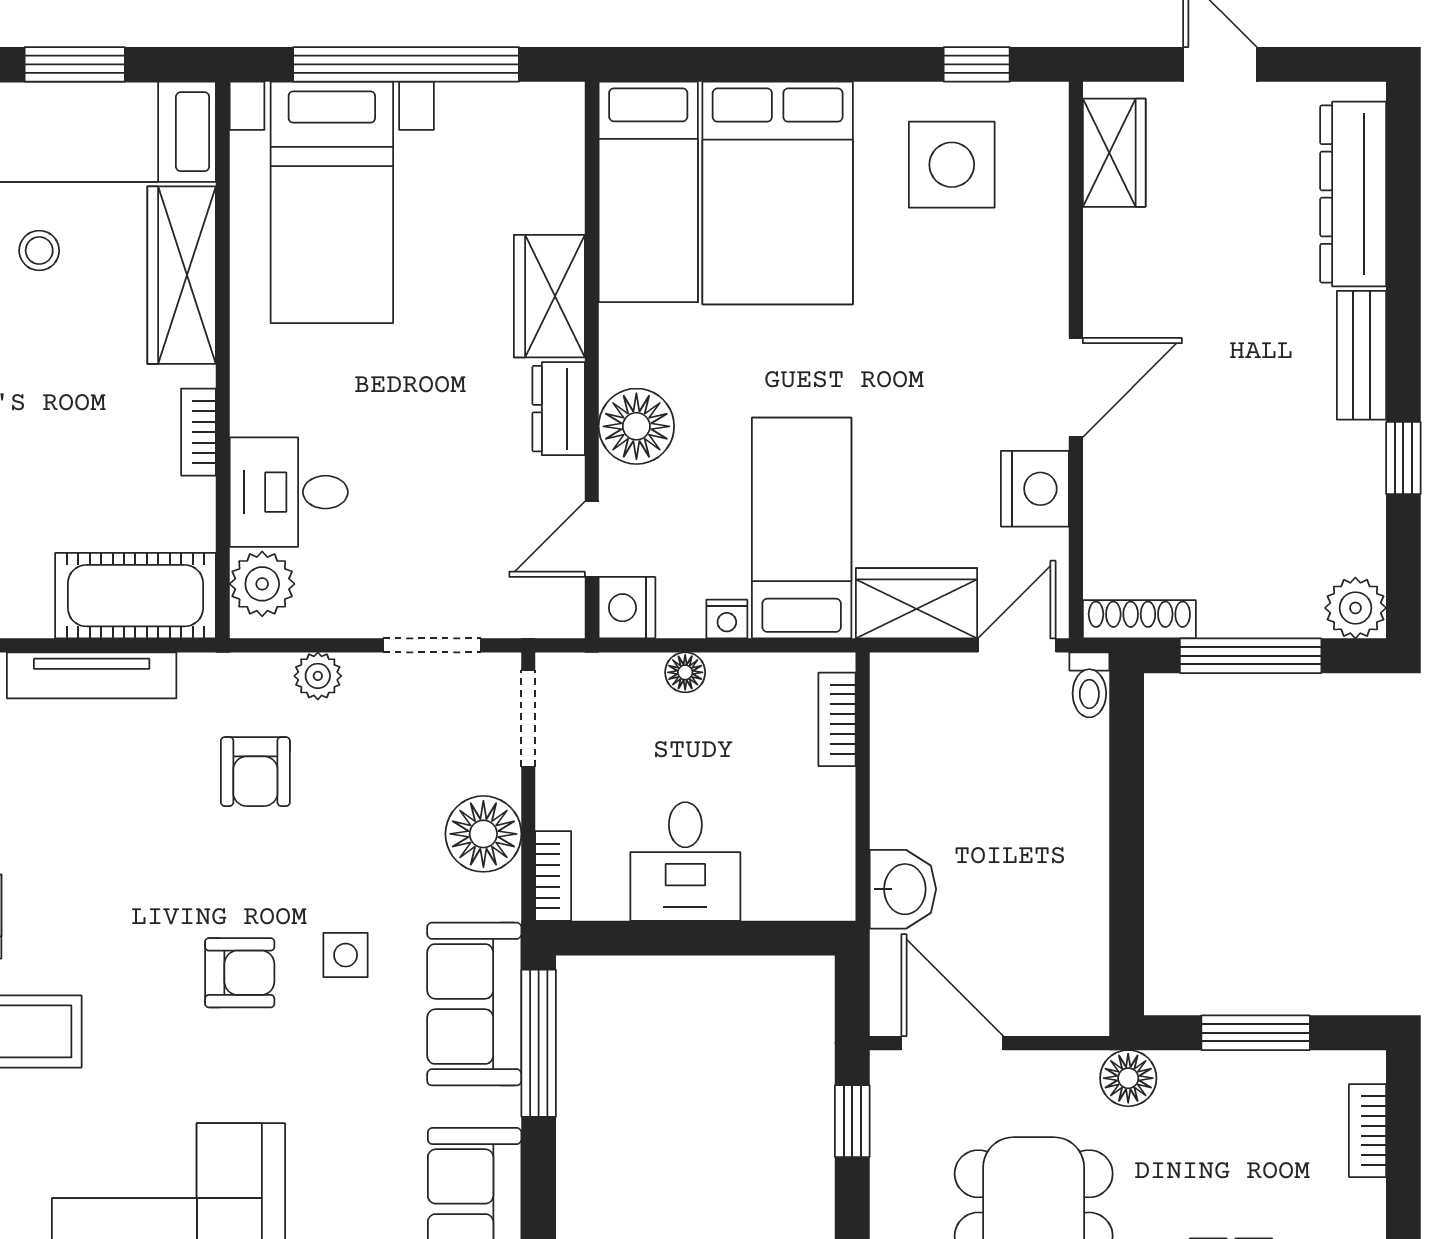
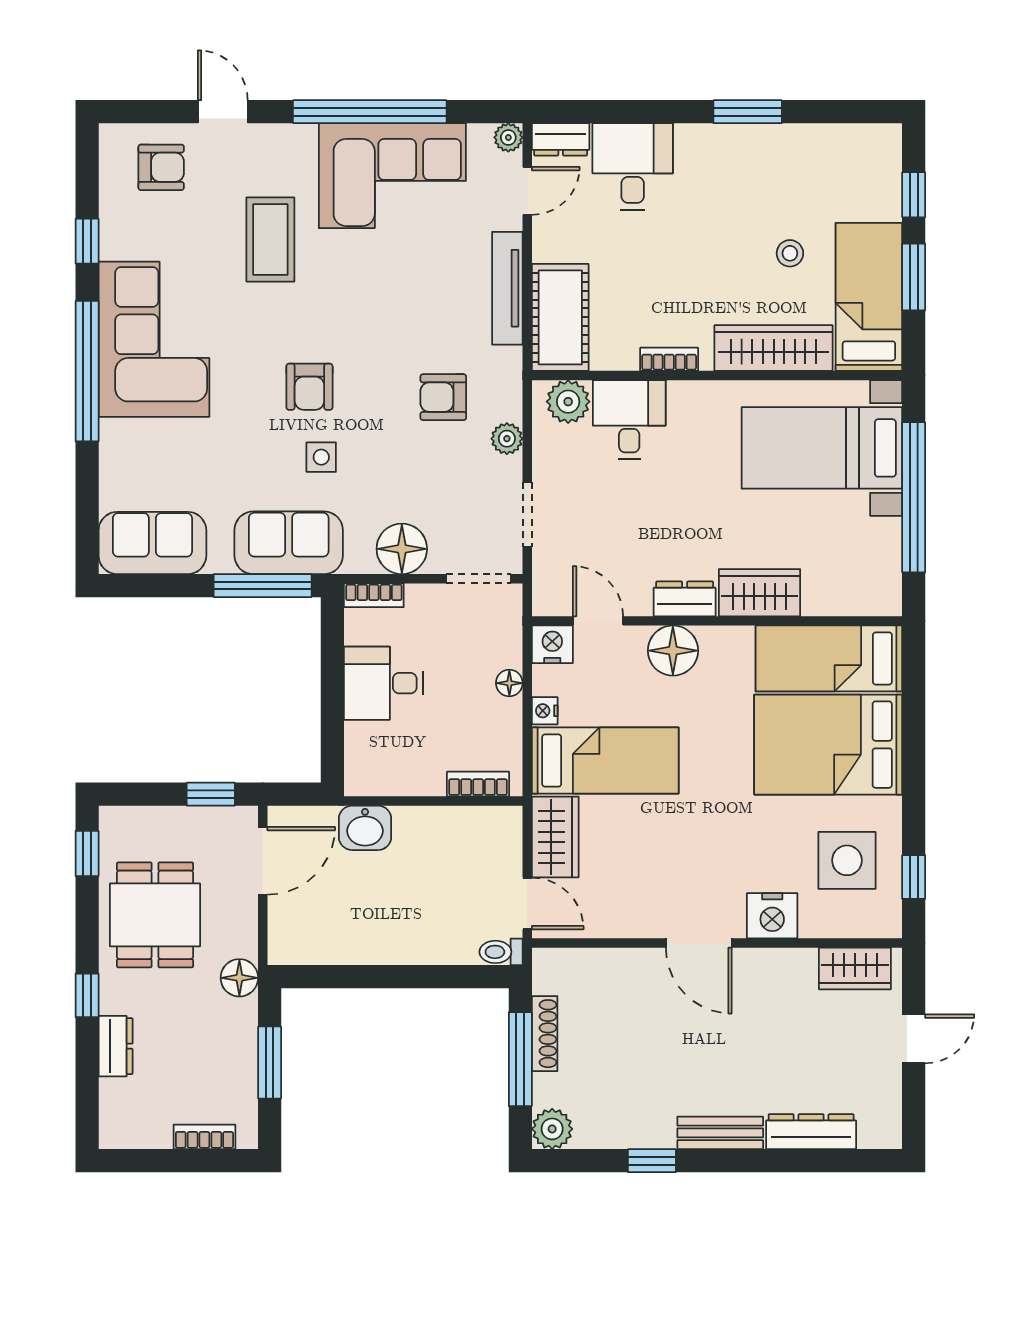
dresser: (1353, 194) -> (811, 1132), width x0.73, depth x0.80
nightstand: (1035, 489) -> (772, 916), moved
shoe rack: (1139, 619) -> (545, 1034), moved

